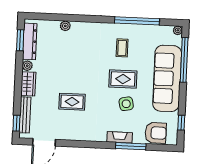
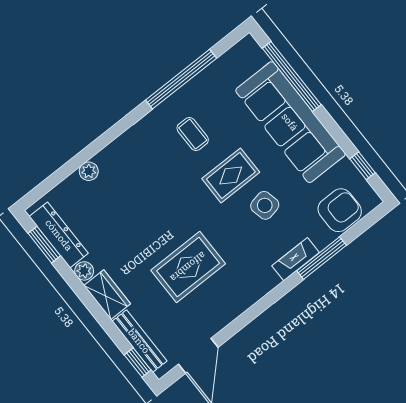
plant: (178, 30) -> (248, 44), removed
rug: (72, 102) -> (188, 267), width x1.36, depth x1.43

